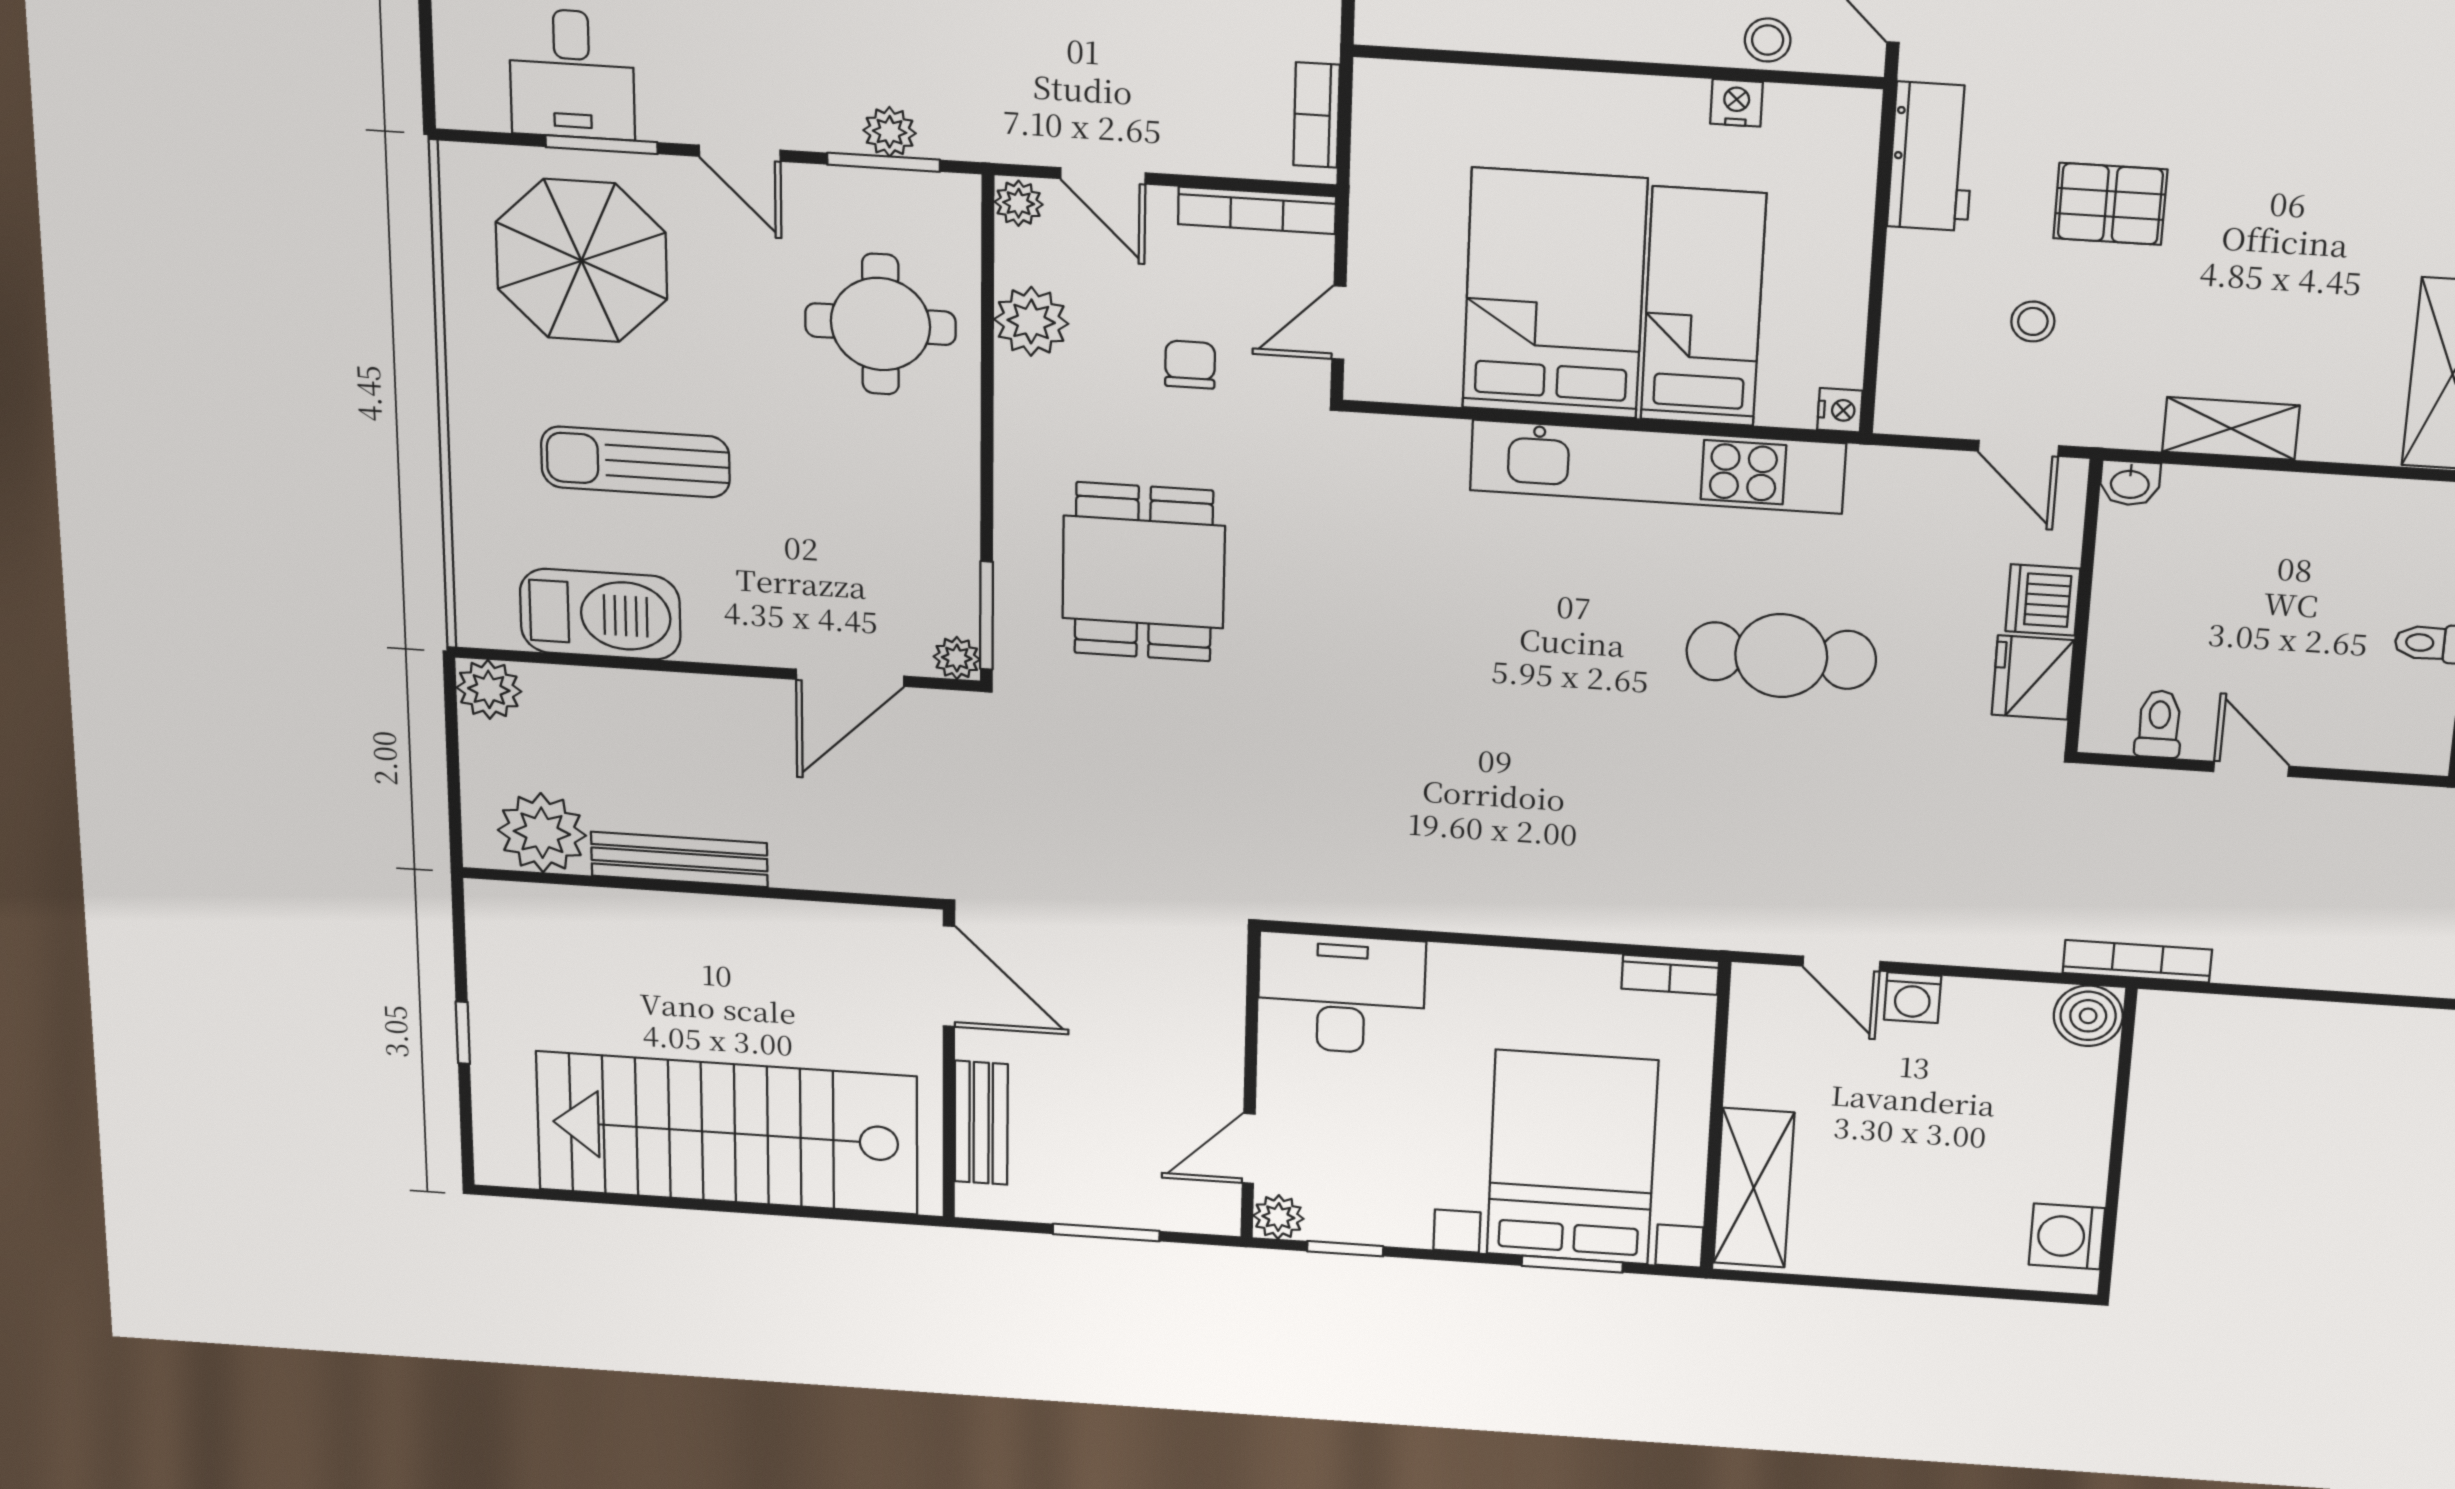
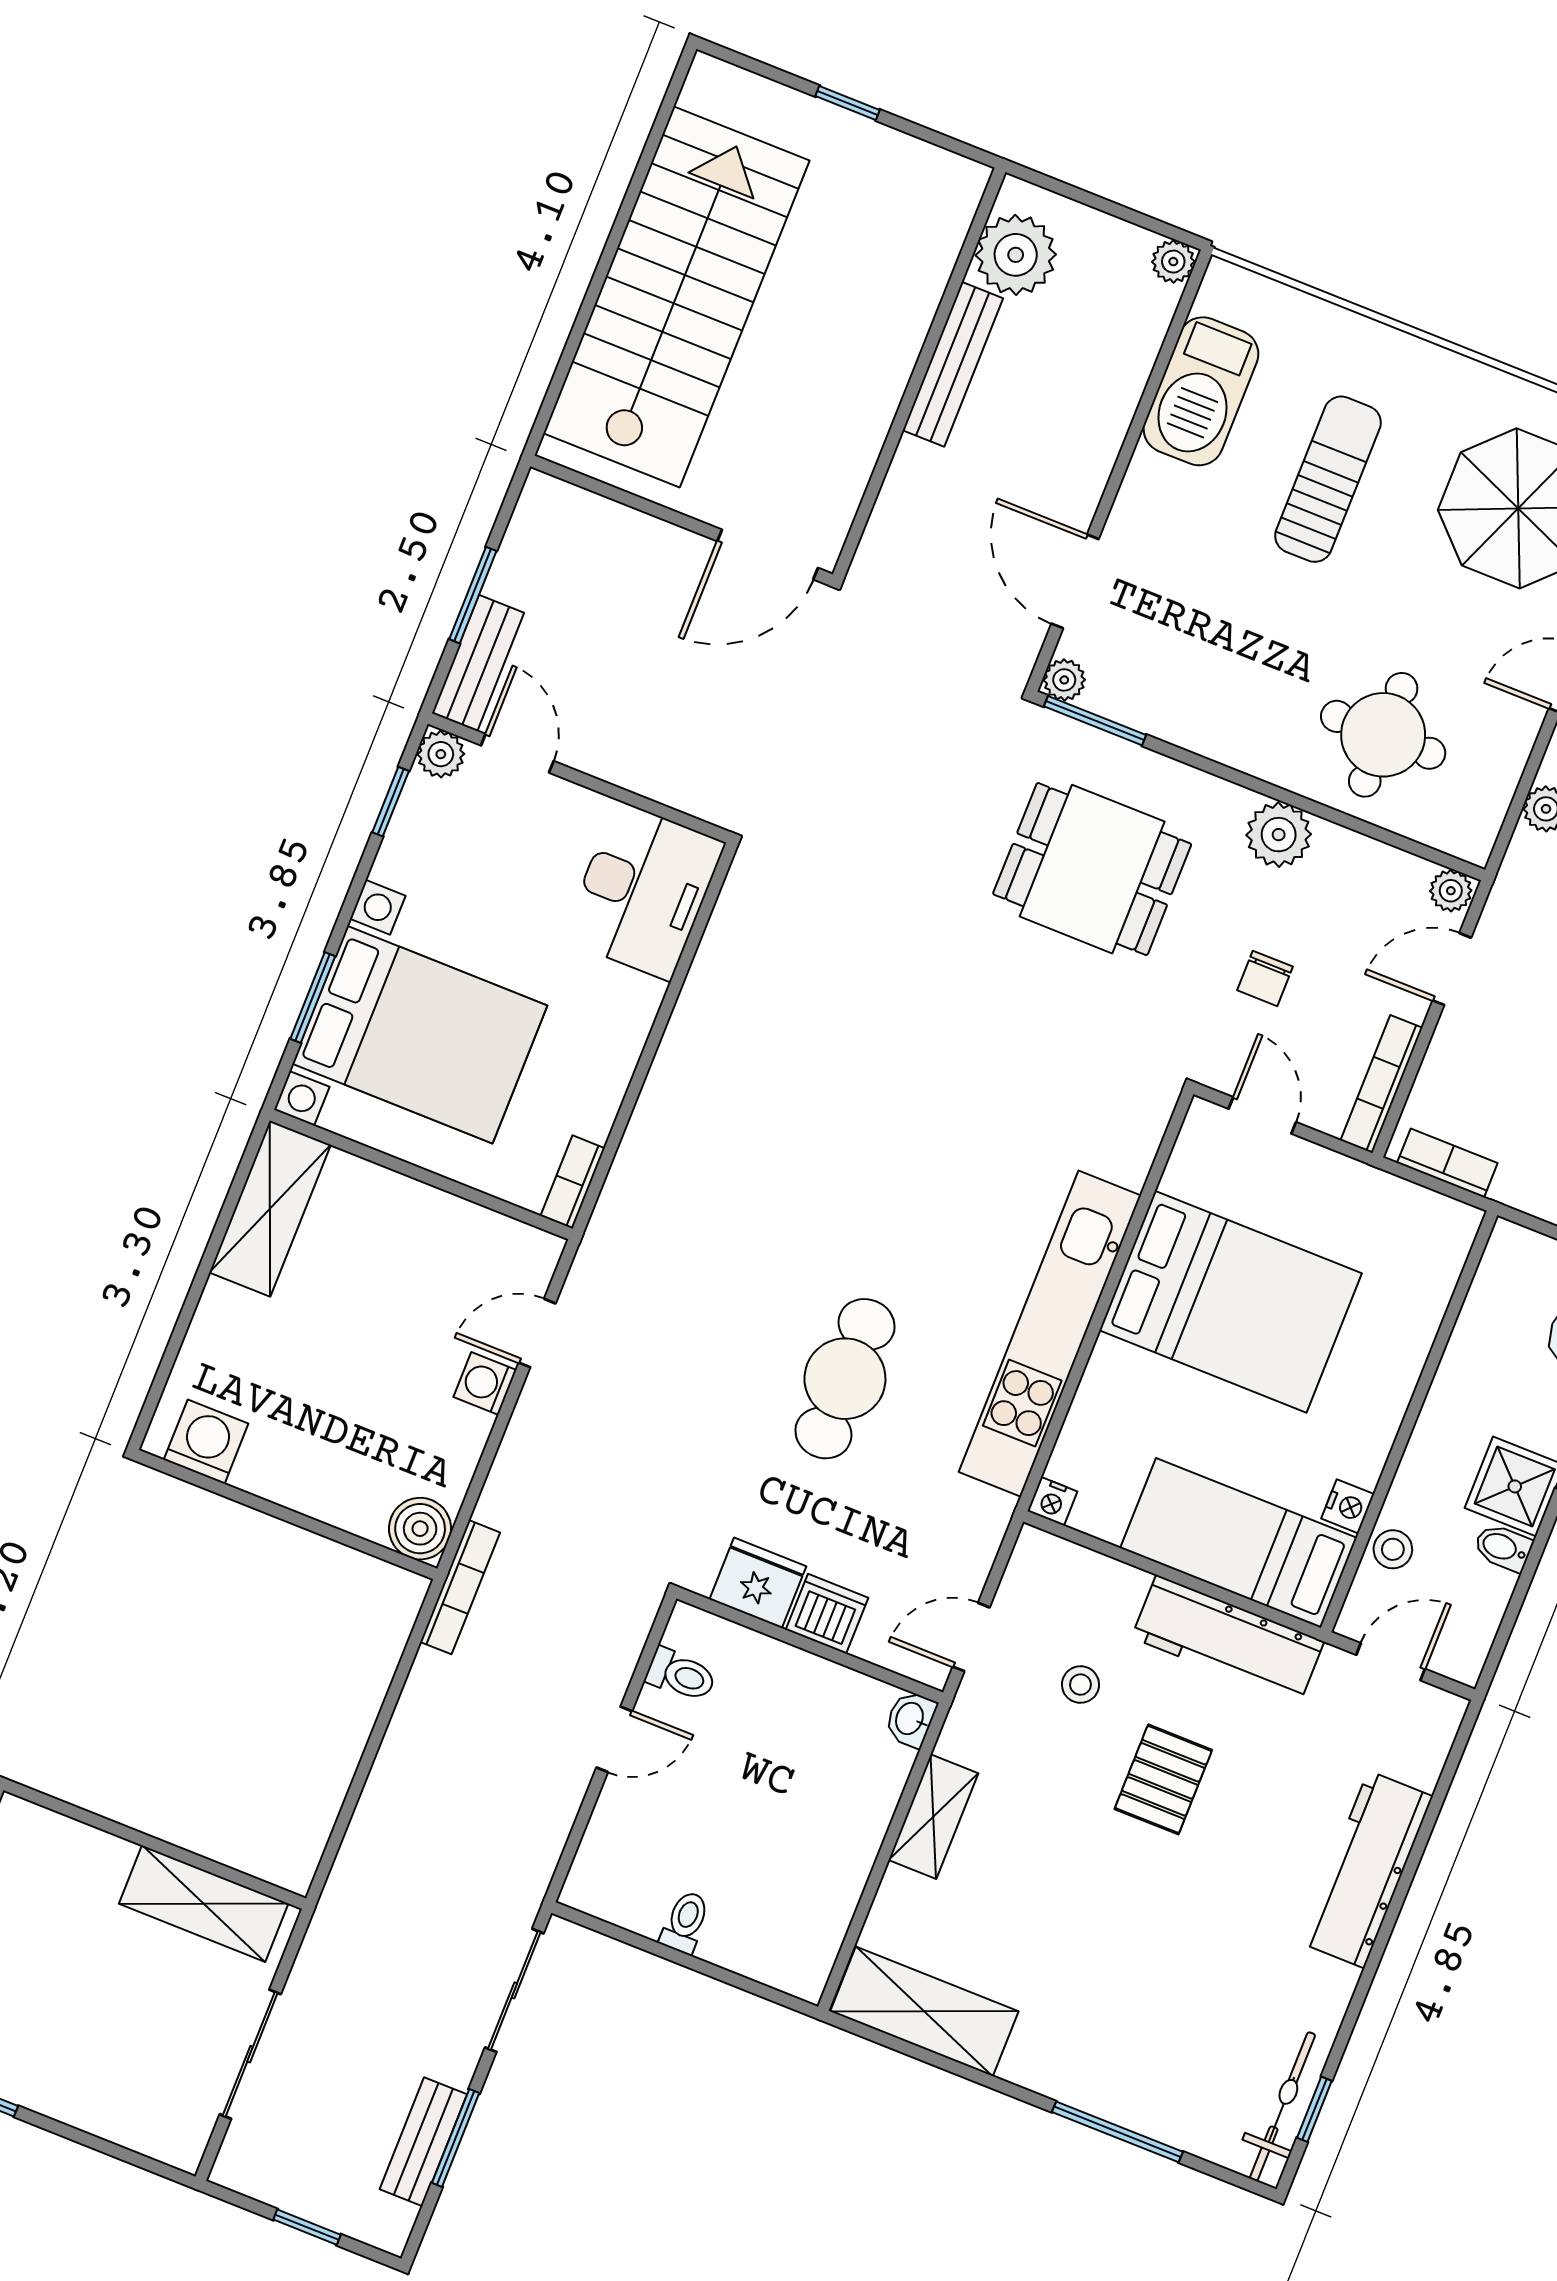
workbench: (1932, 157) -> (1228, 1640), width x1.38
window: (884, 162) -> (1522, 794), removed
bed: (1703, 307) -> (1239, 1543), moved, turned 180
plant: (1031, 321) -> (1279, 835), moved
chair: (1190, 365) -> (1265, 978), turned 90
plant: (489, 689) -> (1173, 262), width x0.73, depth x0.73
bench: (981, 1123) -> (478, 663), moved, turned 90
shelving: (1754, 1188) -> (270, 1209), moved, turned 90

